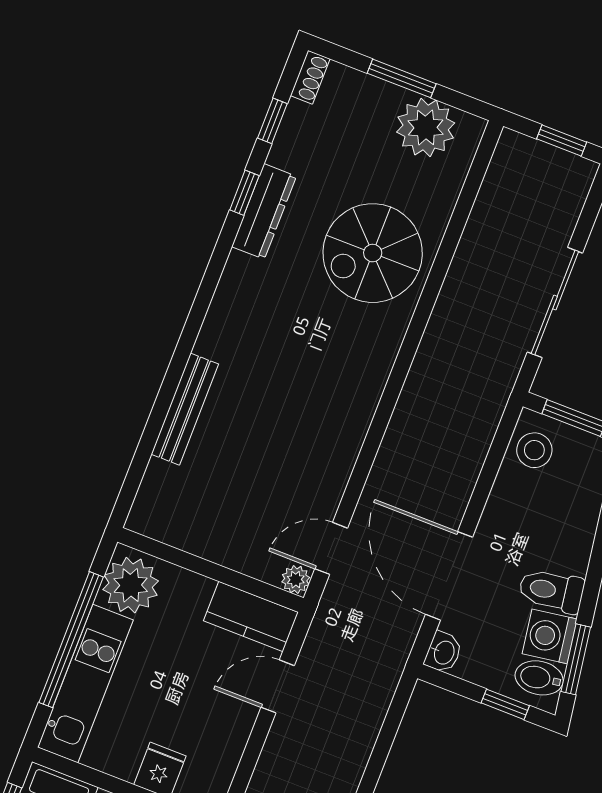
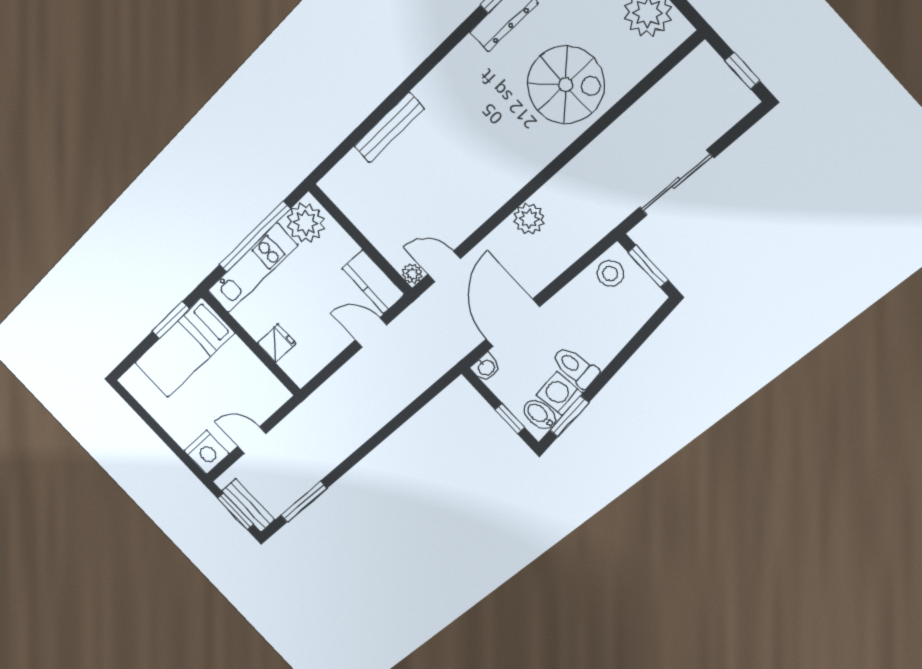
spiral stairs: (373, 253) -> (566, 85), turned 180
plant: (406, 434) -> (529, 219), added

